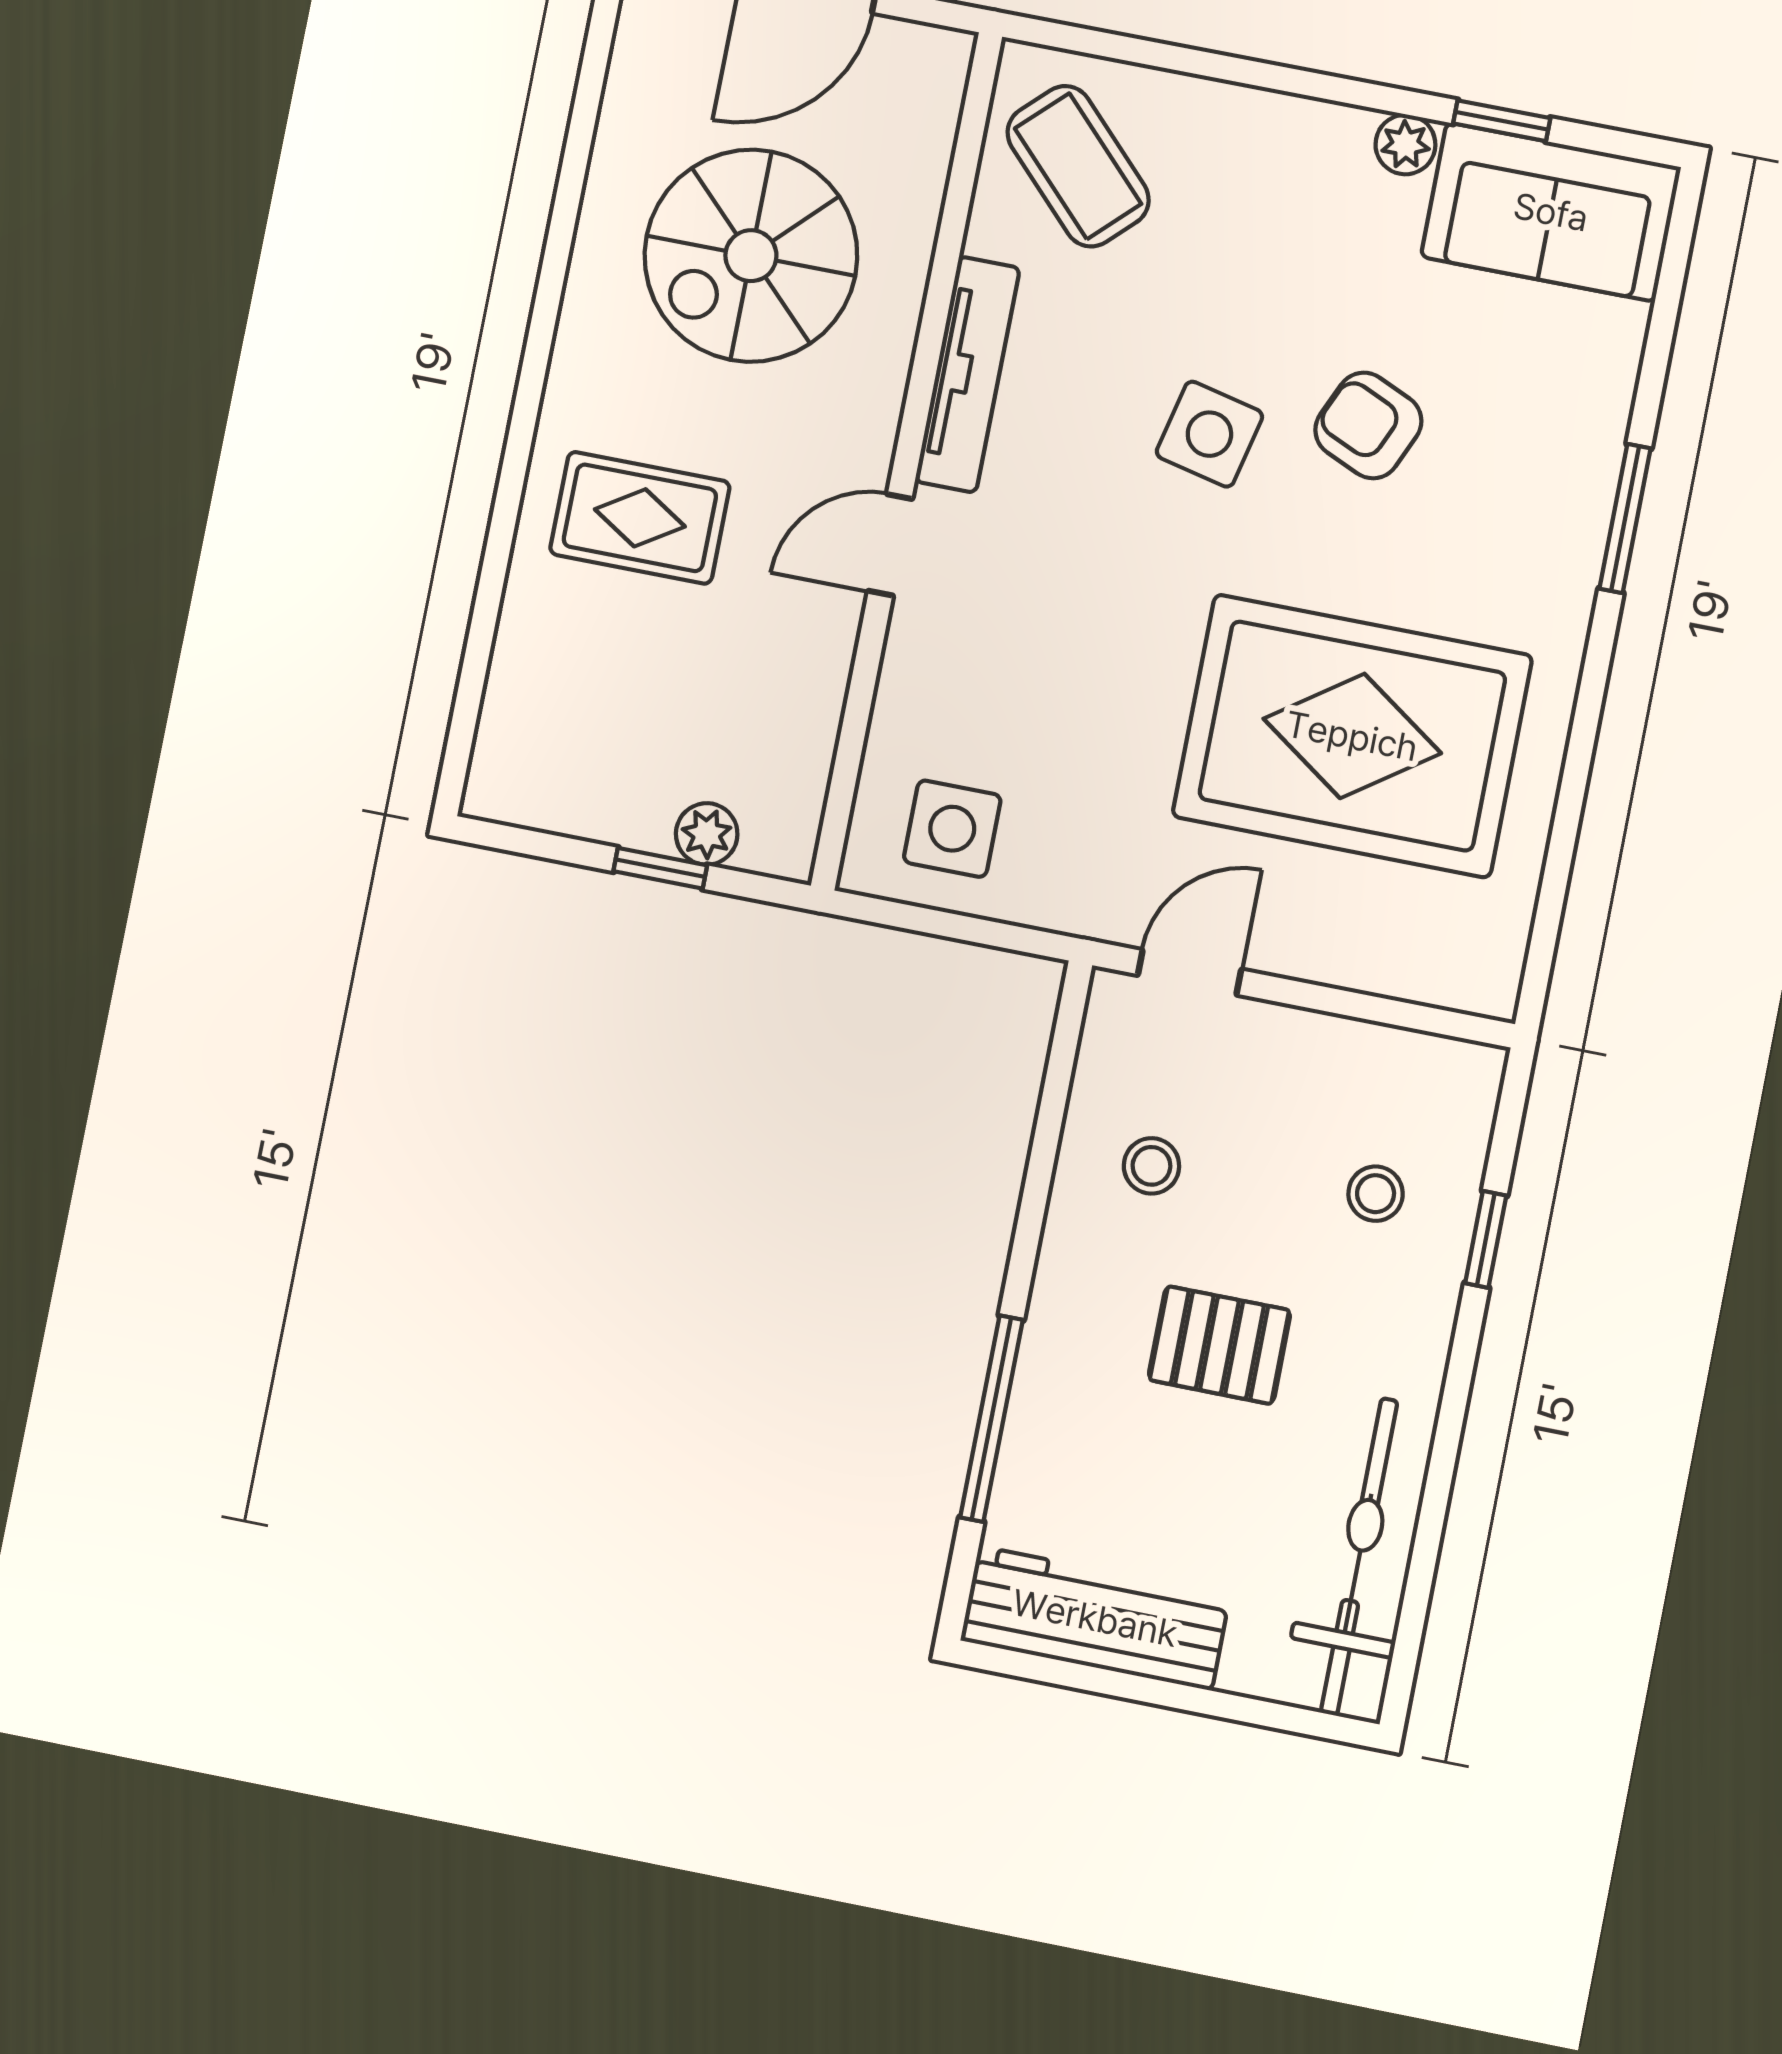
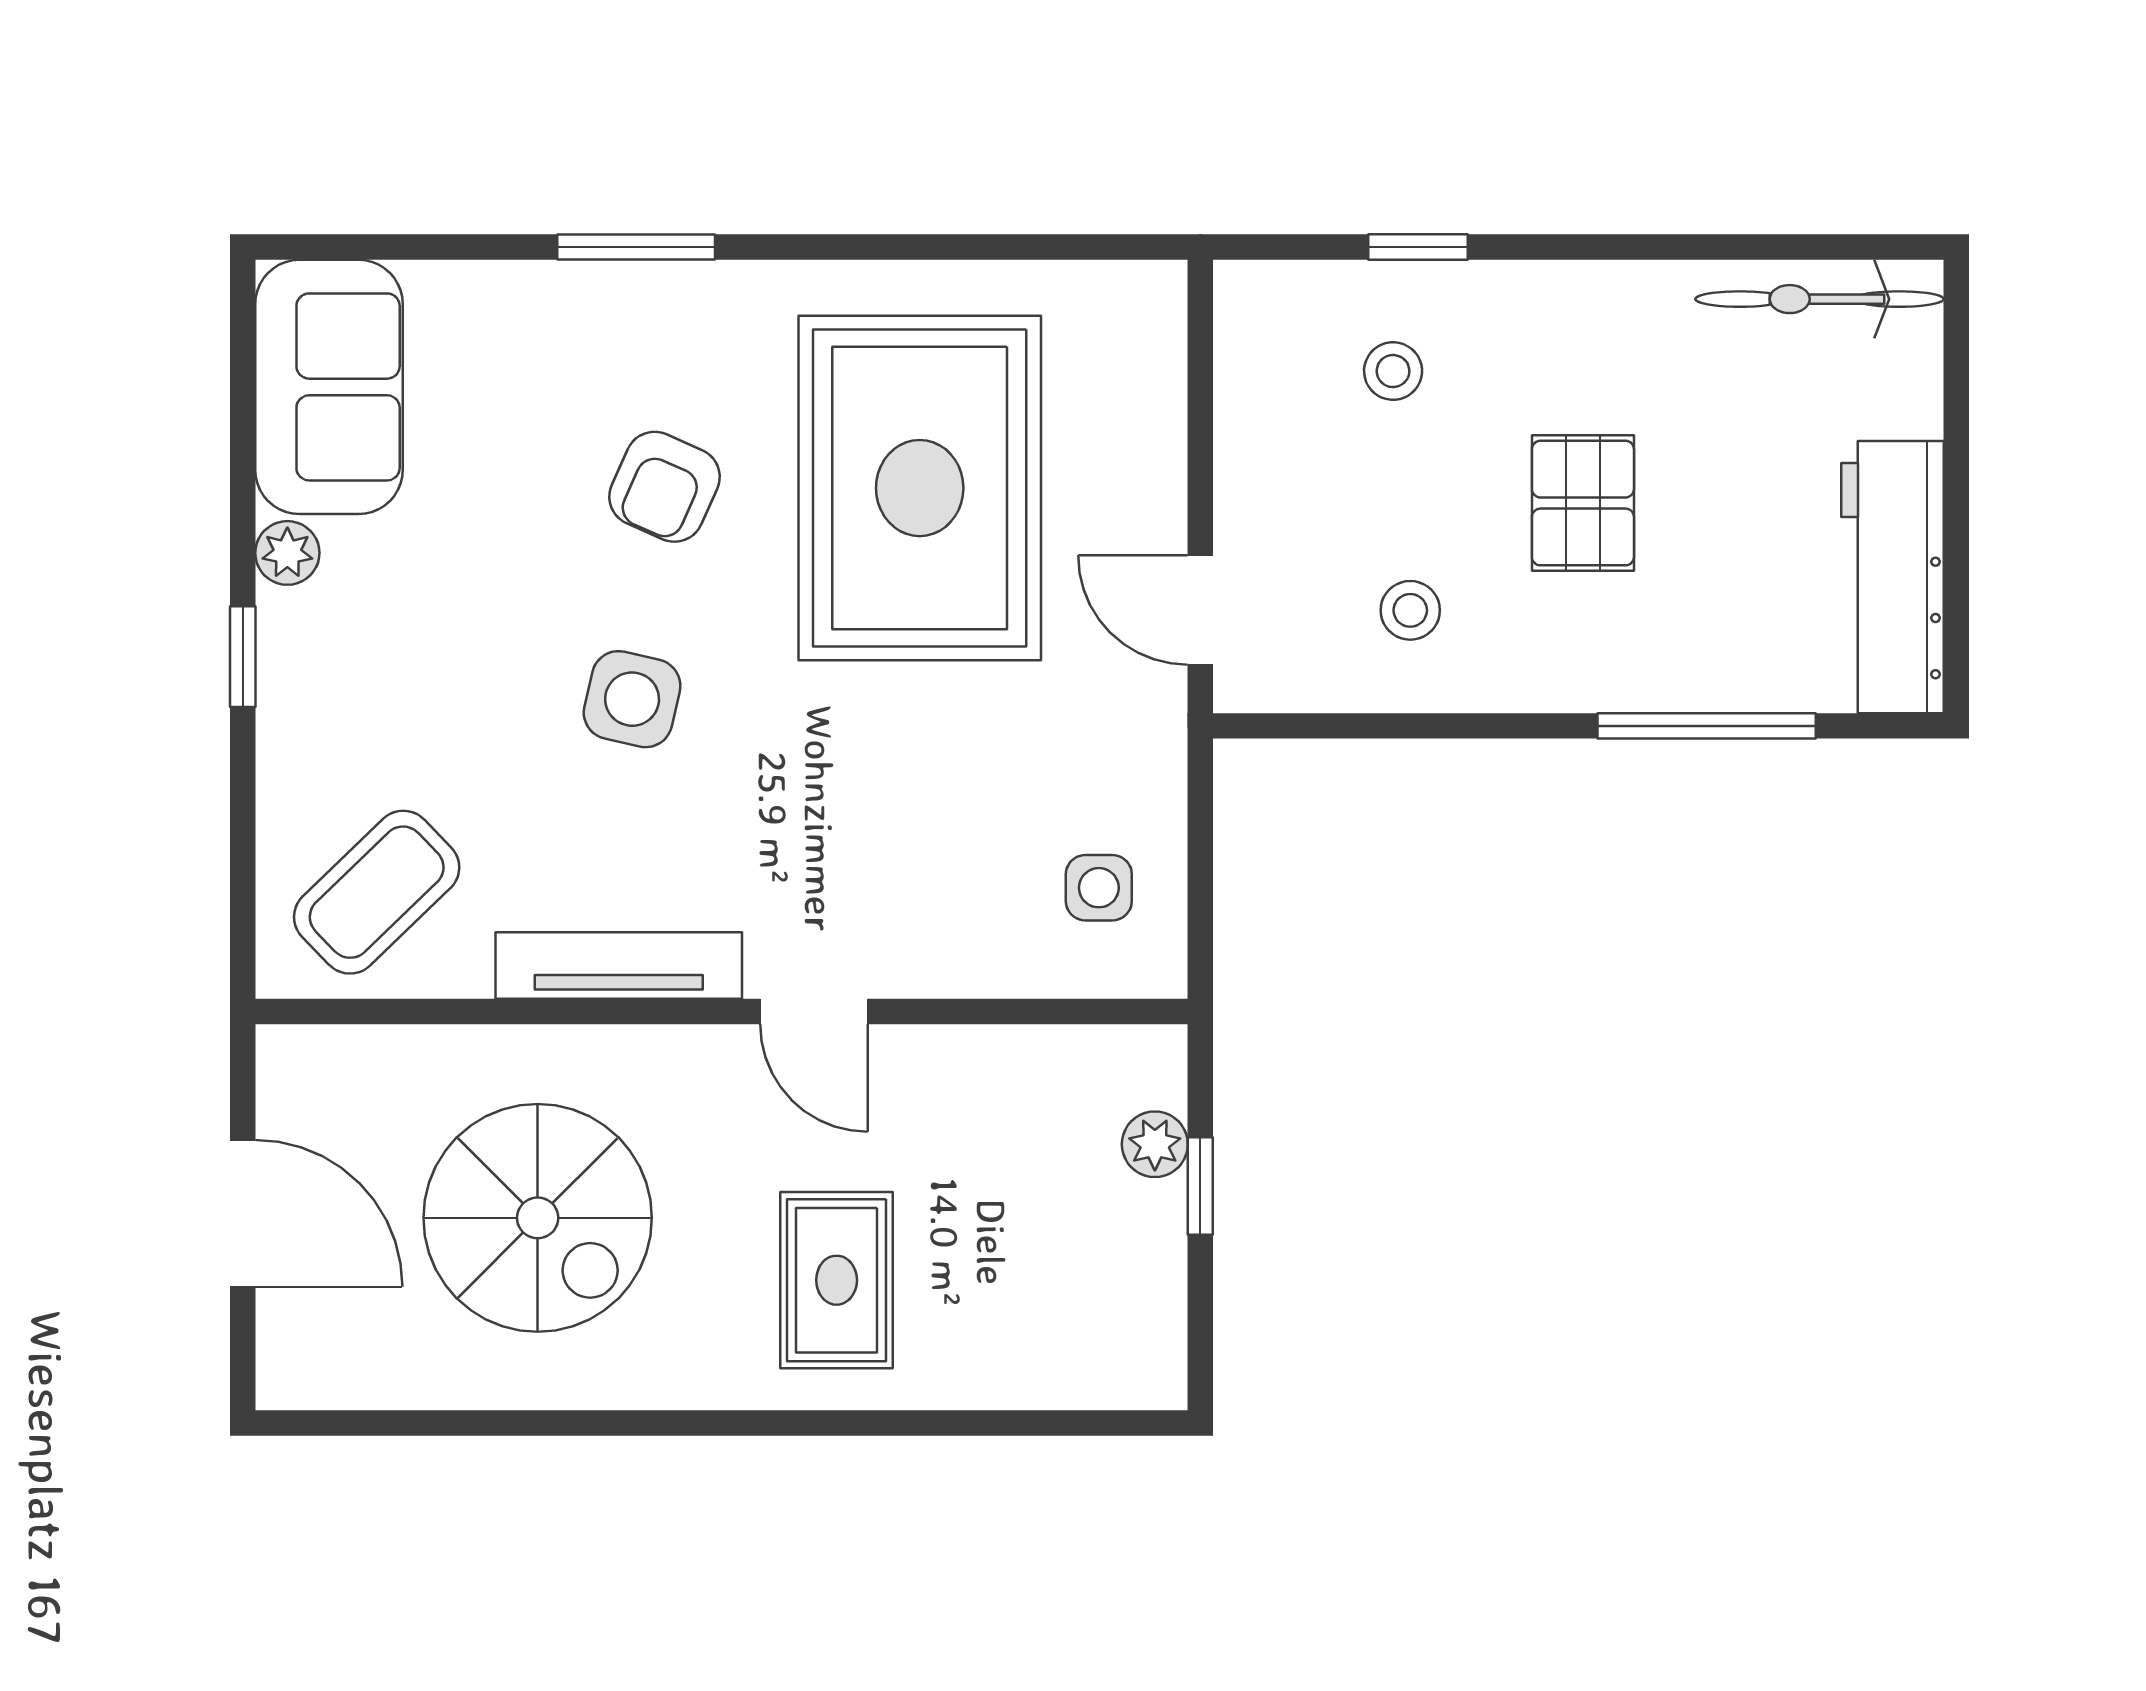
window: (1502, 121) -> (243, 657), moved
armchair: (1368, 425) -> (665, 487), moved
side table: (952, 829) -> (1099, 888), width x0.73, depth x0.73
bicycle: (1359, 1557) -> (1819, 299), width x0.73, depth x0.71

